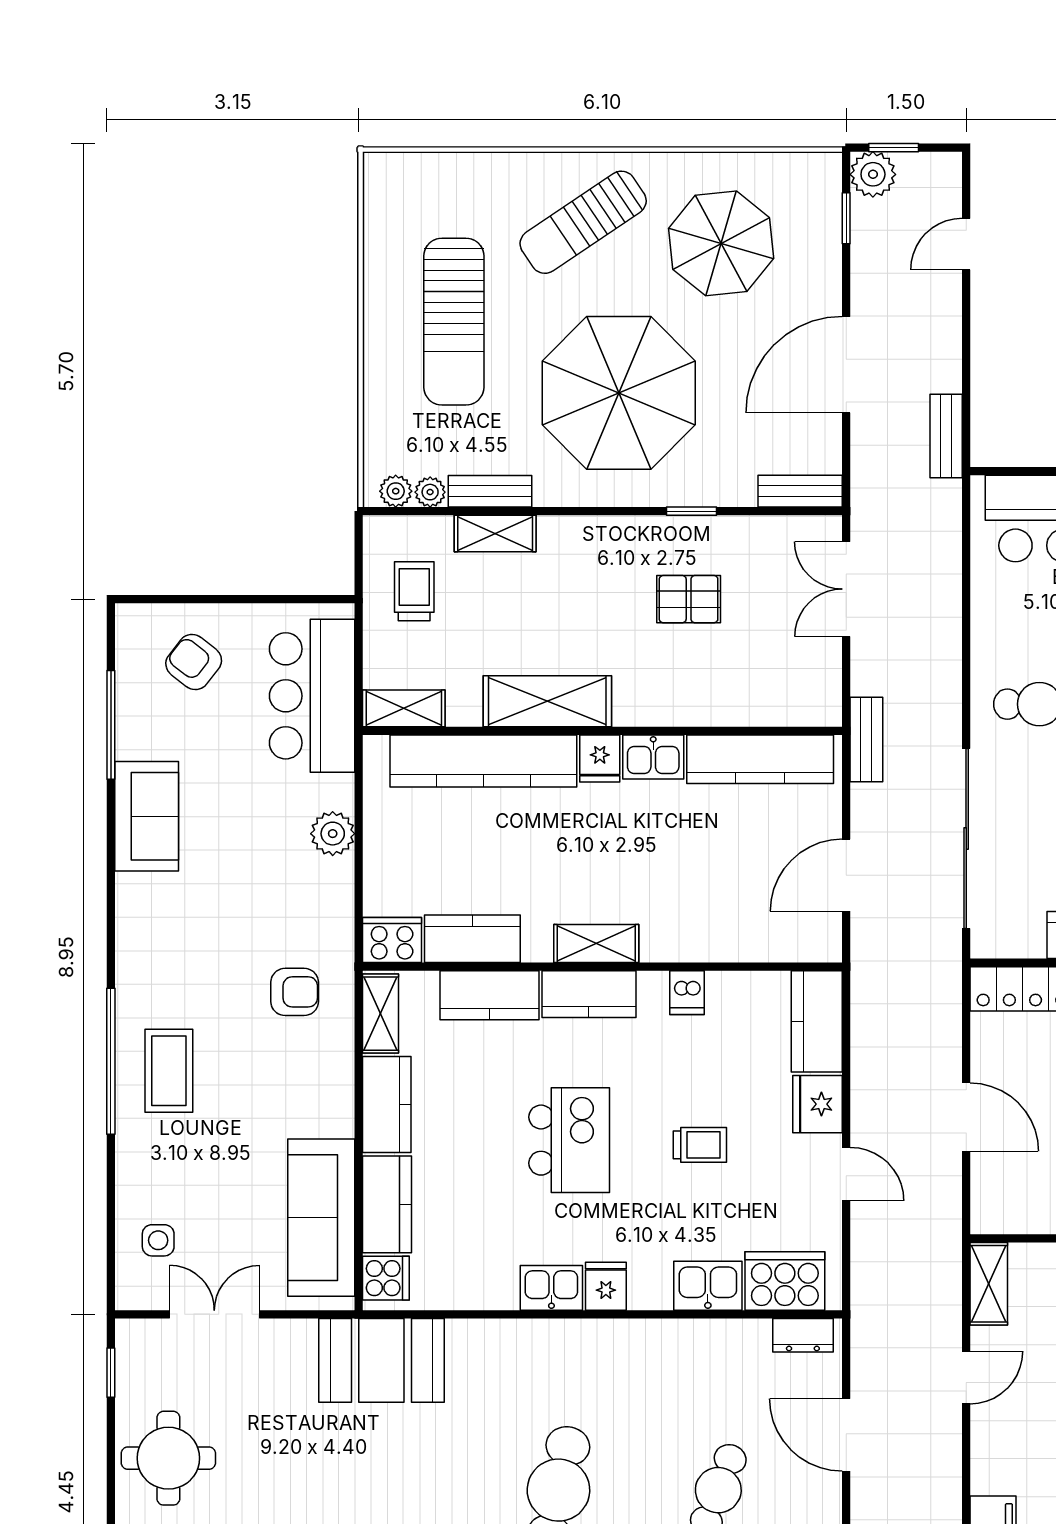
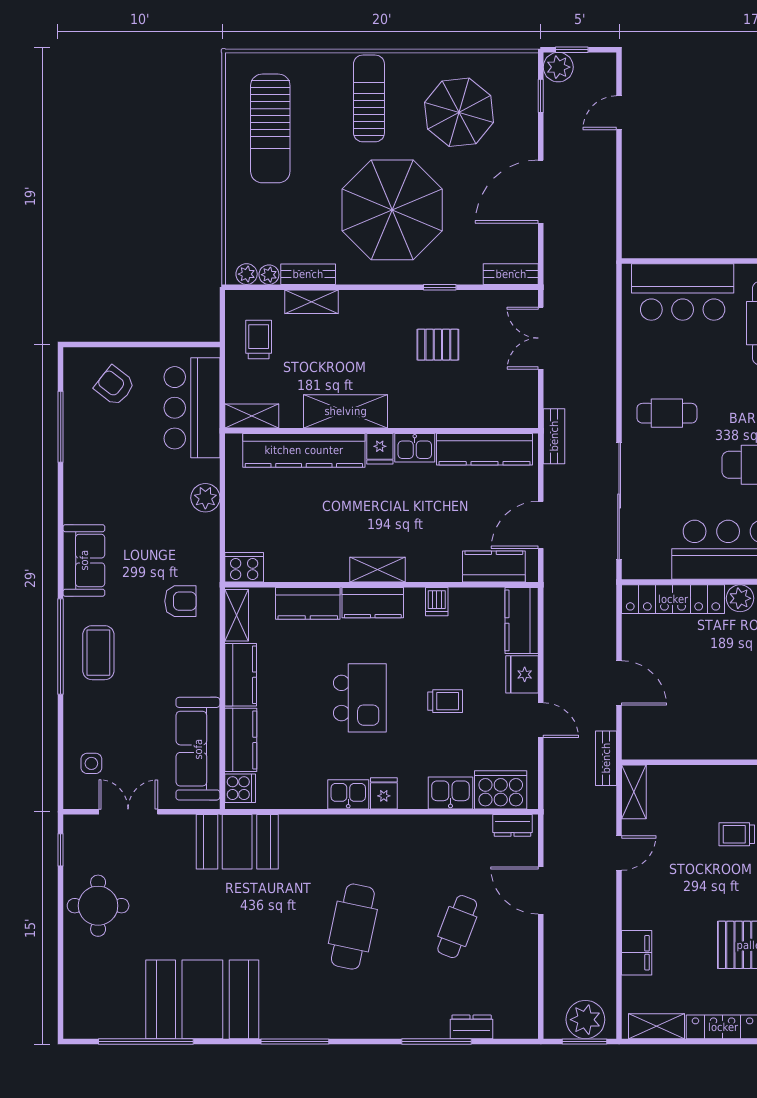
sun lounger: (583, 222) -> (369, 98), turned 124
sun lounger: (454, 322) -> (270, 128), moved
bench: (946, 436) -> (606, 758), moved
sofa: (147, 816) -> (84, 560), moved
kitchen counter: (472, 939) -> (494, 566), moved

